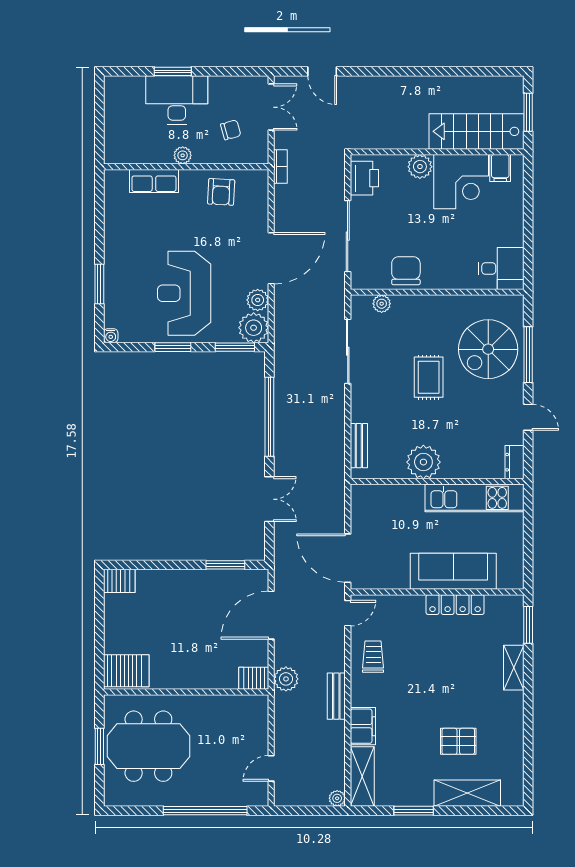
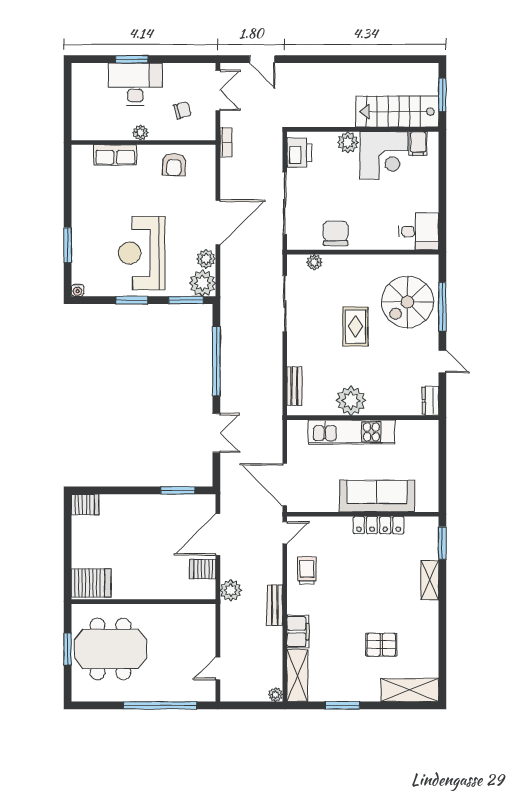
kitchen unit: (474, 498) -> (352, 432), moved
server rack: (254, 678) -> (203, 569), moved
shelving: (467, 793) -> (410, 690), moved

